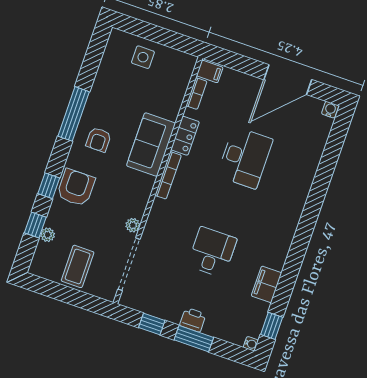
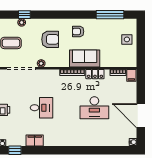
window: (74, 114) -> (110, 15), moved
window: (49, 186) -> (46, 15), removed
armchair: (76, 188) -> (50, 39), moved

